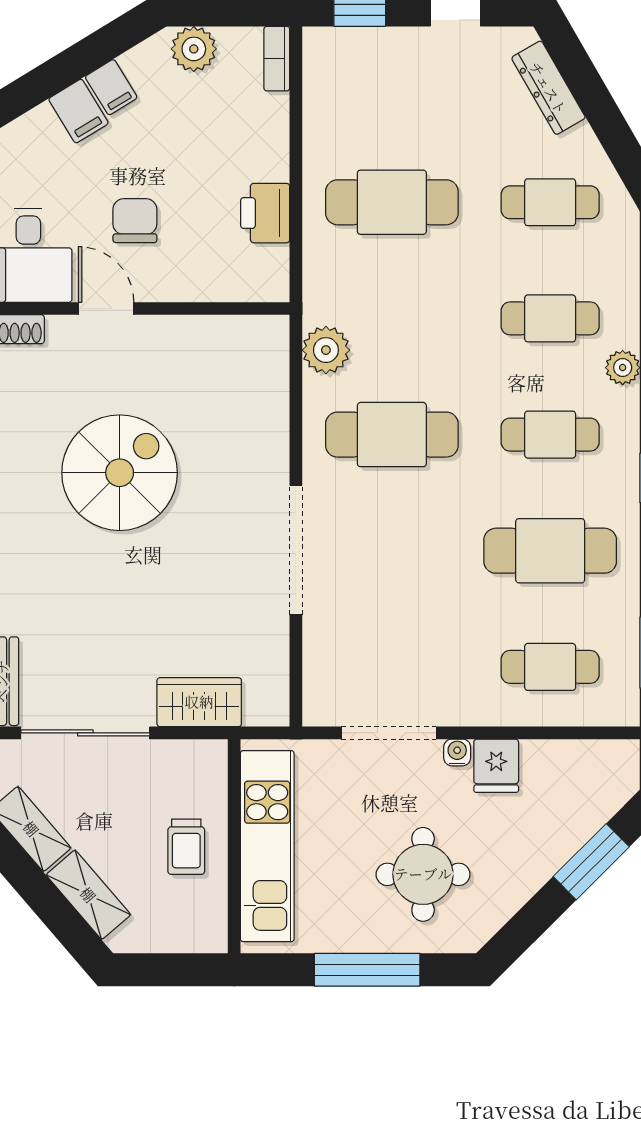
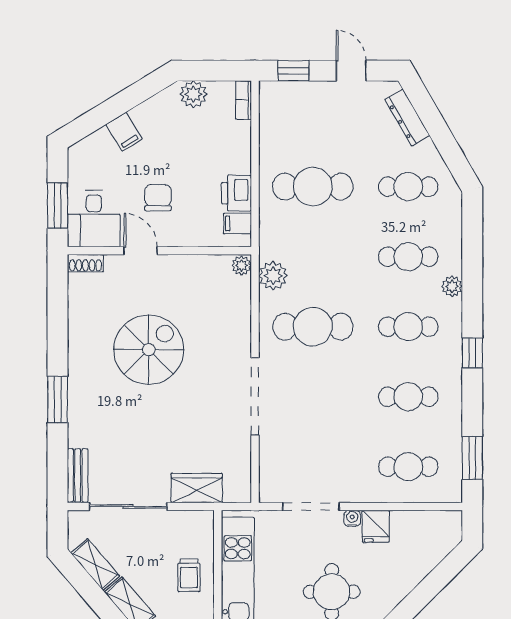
filing cabinet: (111, 87) -> (237, 223), moved, turned 121
plant: (274, 333) -> (242, 266), added
cafe table: (550, 551) -> (408, 397), width x0.73, depth x0.74
window: (591, 862) -> (433, 584), removed

